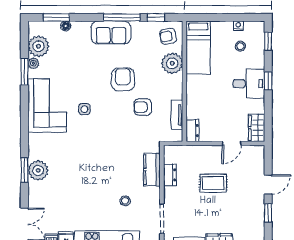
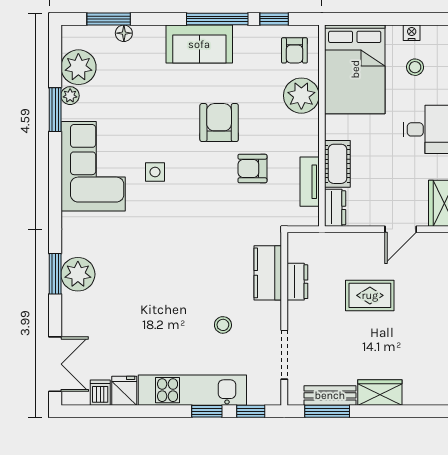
armchair: (168, 36) -> (294, 50), turned -79
bed: (198, 48) -> (355, 69), width x1.50
cot: (194, 104) -> (337, 164), added

